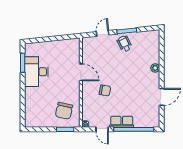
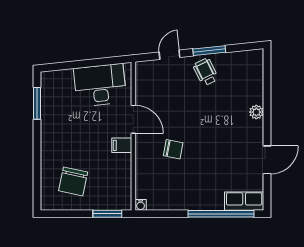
desk: (36, 72) -> (100, 85), moved, turned 84
filing cabinet: (74, 88) -> (122, 145), added
chair: (64, 111) -> (73, 181), moved
row of seats: (122, 122) -> (244, 201), moved
door: (102, 129) -> (169, 214), removed

